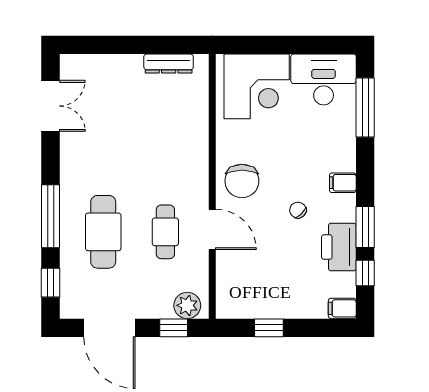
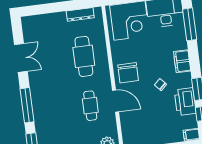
double door: (51, 106) -> (21, 58), moved
filing cabinet: (343, 183) -> (182, 61), width x2.00
cafe table: (103, 232) -> (84, 56), moved

